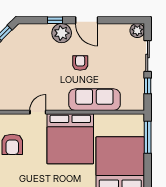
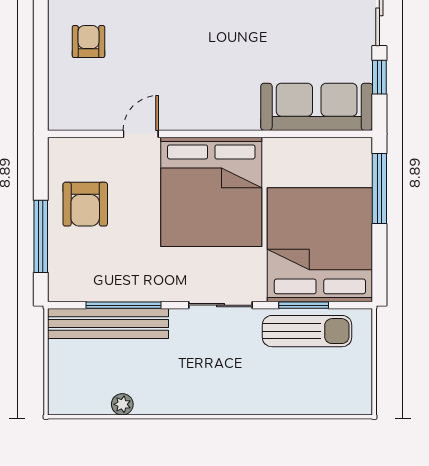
armchair: (80, 63) -> (88, 42), moved
sofa: (94, 100) -> (317, 107), moved

